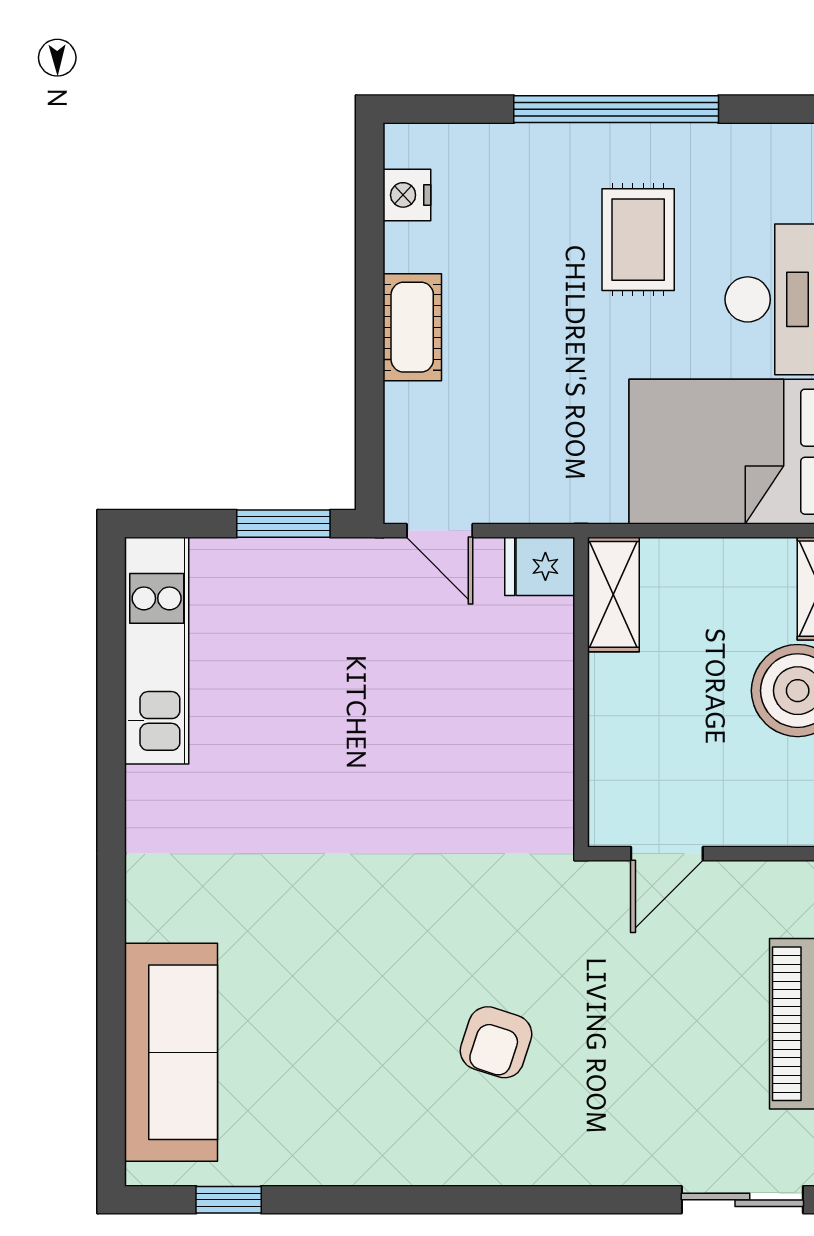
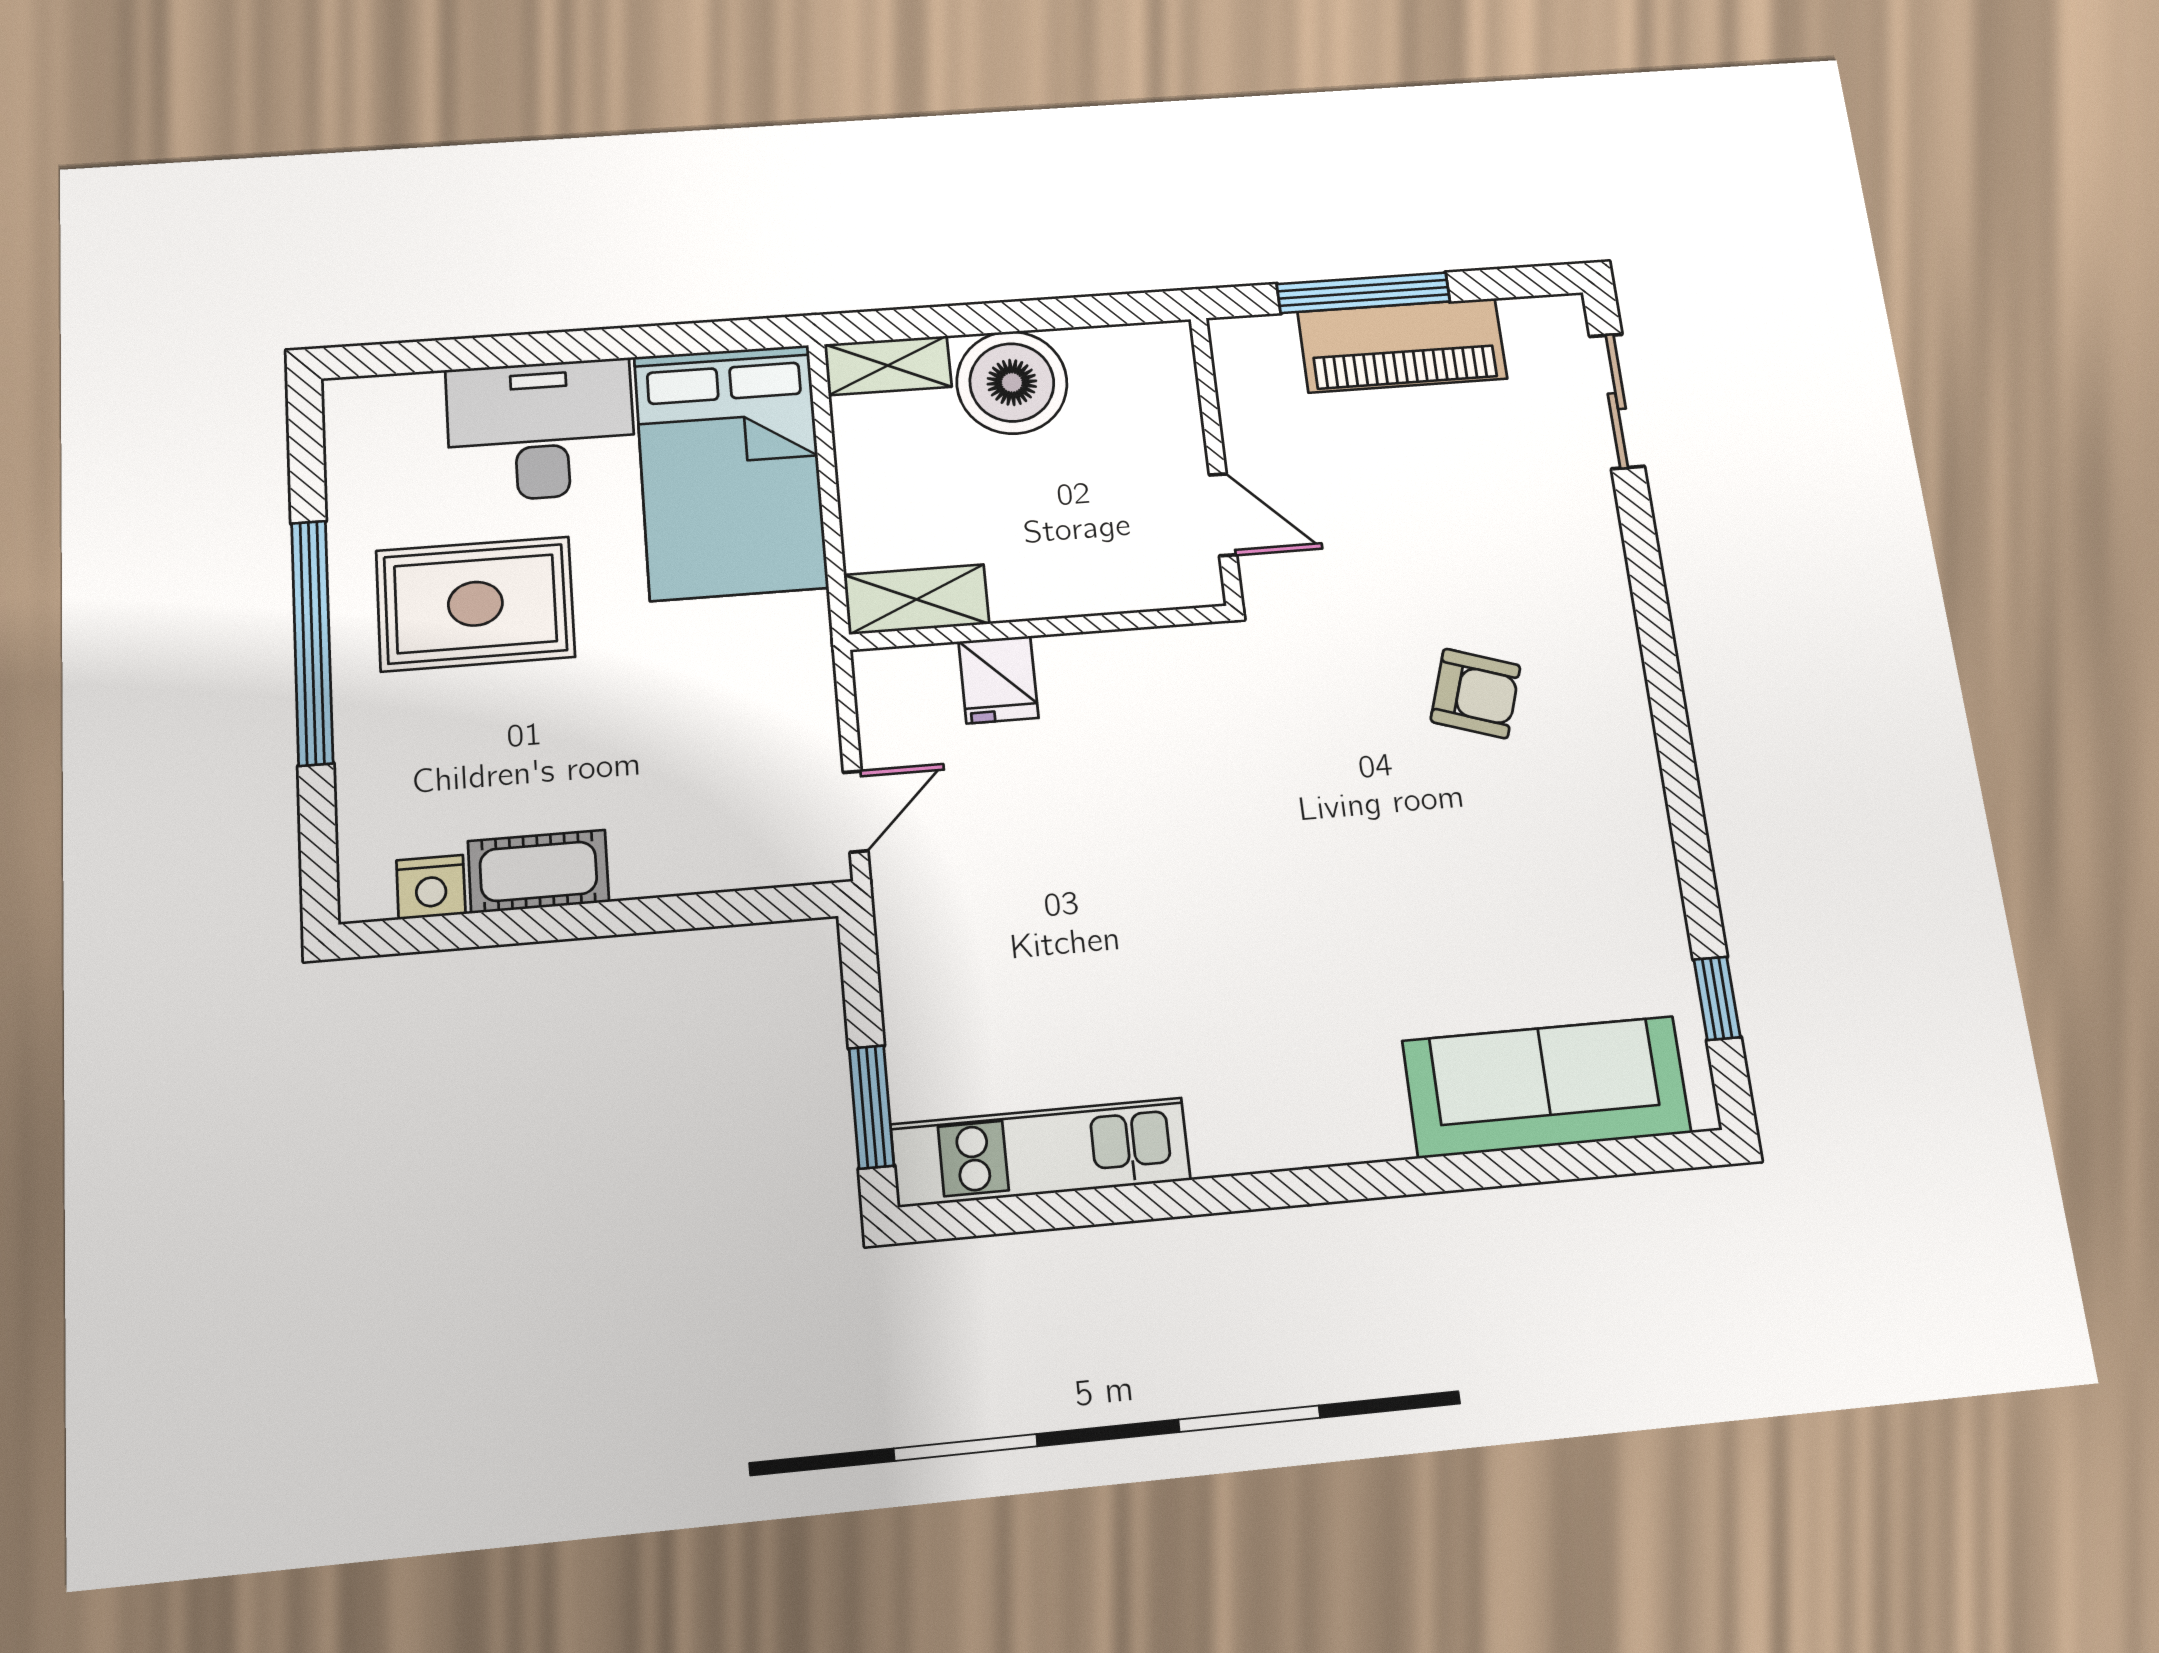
rug: (638, 240) -> (475, 604), width x1.36, depth x1.43
cot: (412, 327) -> (538, 871), moved
window: (283, 524) -> (871, 1107), moved
fridge: (540, 566) -> (998, 680), moved

